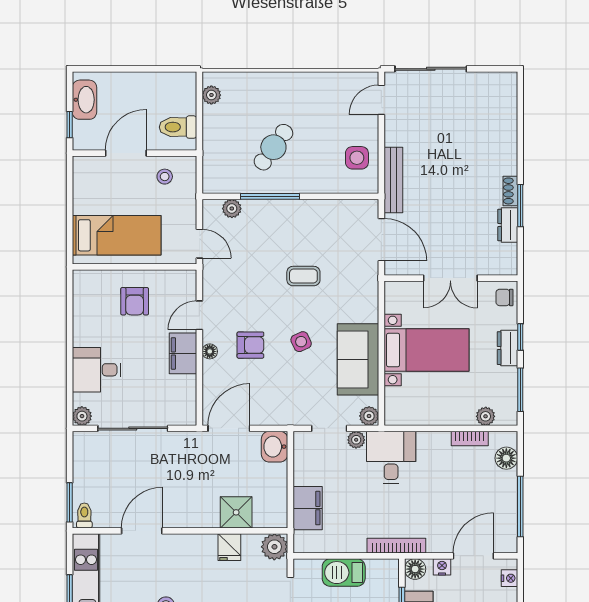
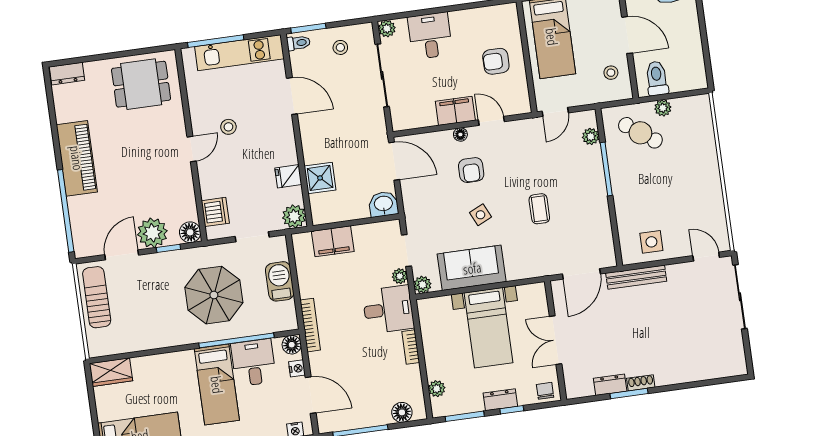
plant: (211, 95) -> (663, 108), moved
cafe table: (273, 147) -> (640, 133), moved
bookcase: (470, 439) -> (411, 347), moved
stool: (96, 470) -> (340, 47), added

